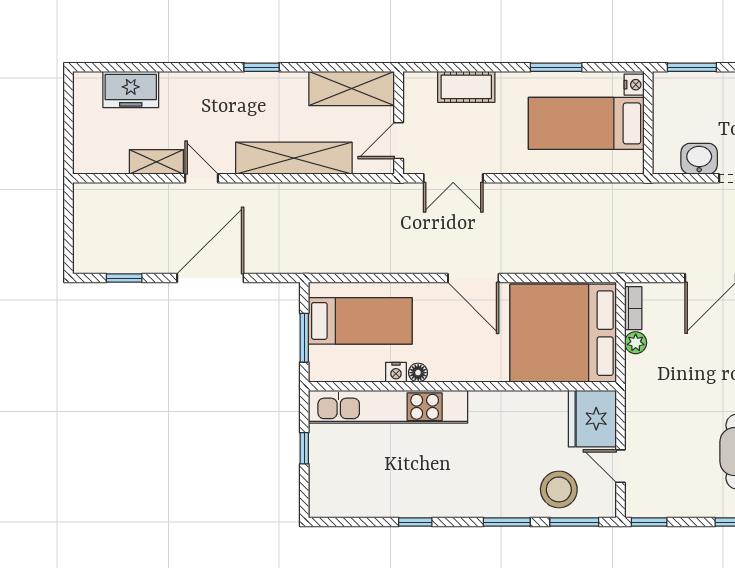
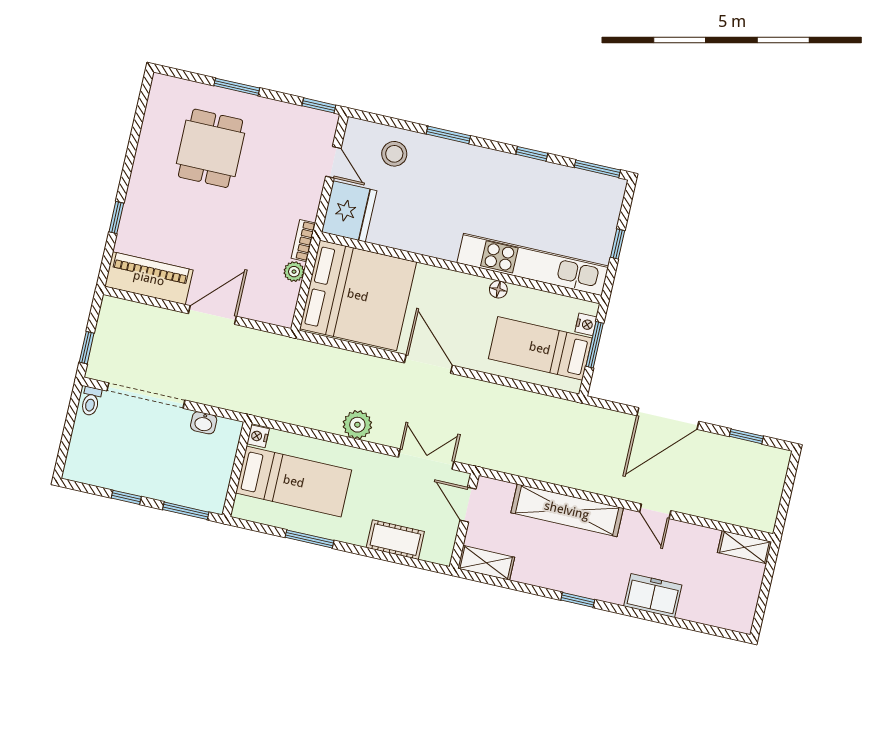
nightstand: (634, 85) -> (258, 436), moved
shelving: (352, 88) -> (486, 563), width x0.67, depth x0.75
freezer: (131, 89) -> (653, 596), moved
door: (399, 141) -> (468, 505), swing flipped
washbasin: (699, 159) -> (204, 423), width x0.72, depth x0.69
shelving: (156, 162) -> (745, 547), moved
plant: (533, 198) -> (357, 425), added
bookcase: (633, 308) -> (303, 241), moved
nightstand: (396, 372) -> (586, 324), moved, turned 90
stool: (559, 489) -> (394, 154), width x0.73, depth x0.73
window: (574, 522) -> (597, 169), moved

